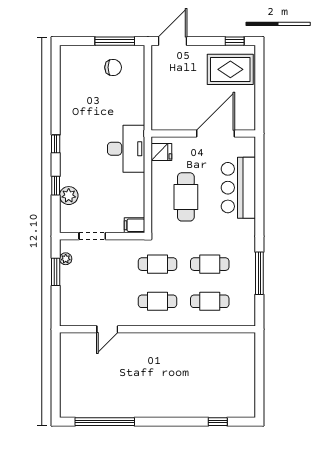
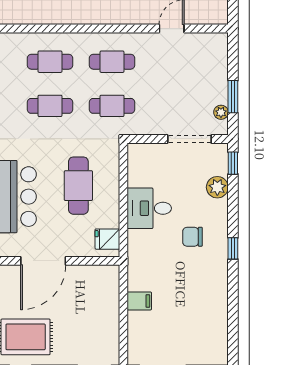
chair: (113, 67) -> (192, 237), moved
desk: (126, 149) -> (149, 208), moved, width x0.73
window: (56, 186) -> (233, 163), moved
filing cabinet: (134, 225) -> (139, 301), moved
doorway: (92, 236) -> (189, 139), width x1.38

